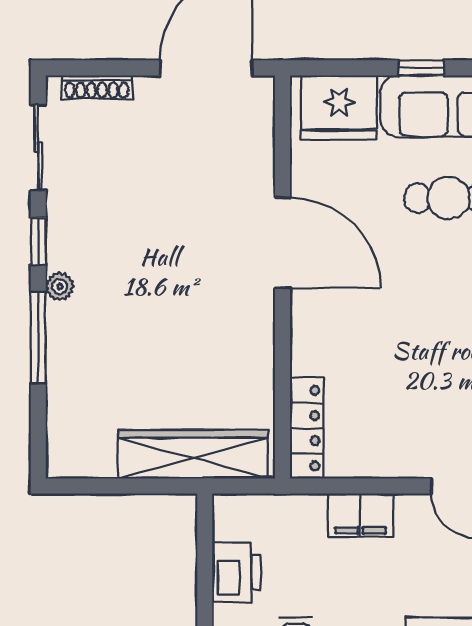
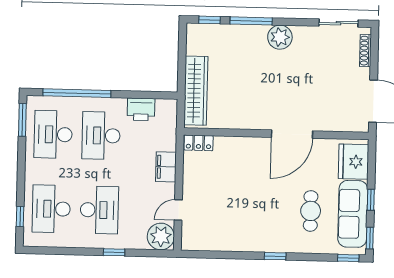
window: (38, 241) -> (210, 20), moved
plant: (60, 286) -> (280, 37), width x1.88, depth x1.88
locker: (307, 428) -> (199, 143), width x0.66

